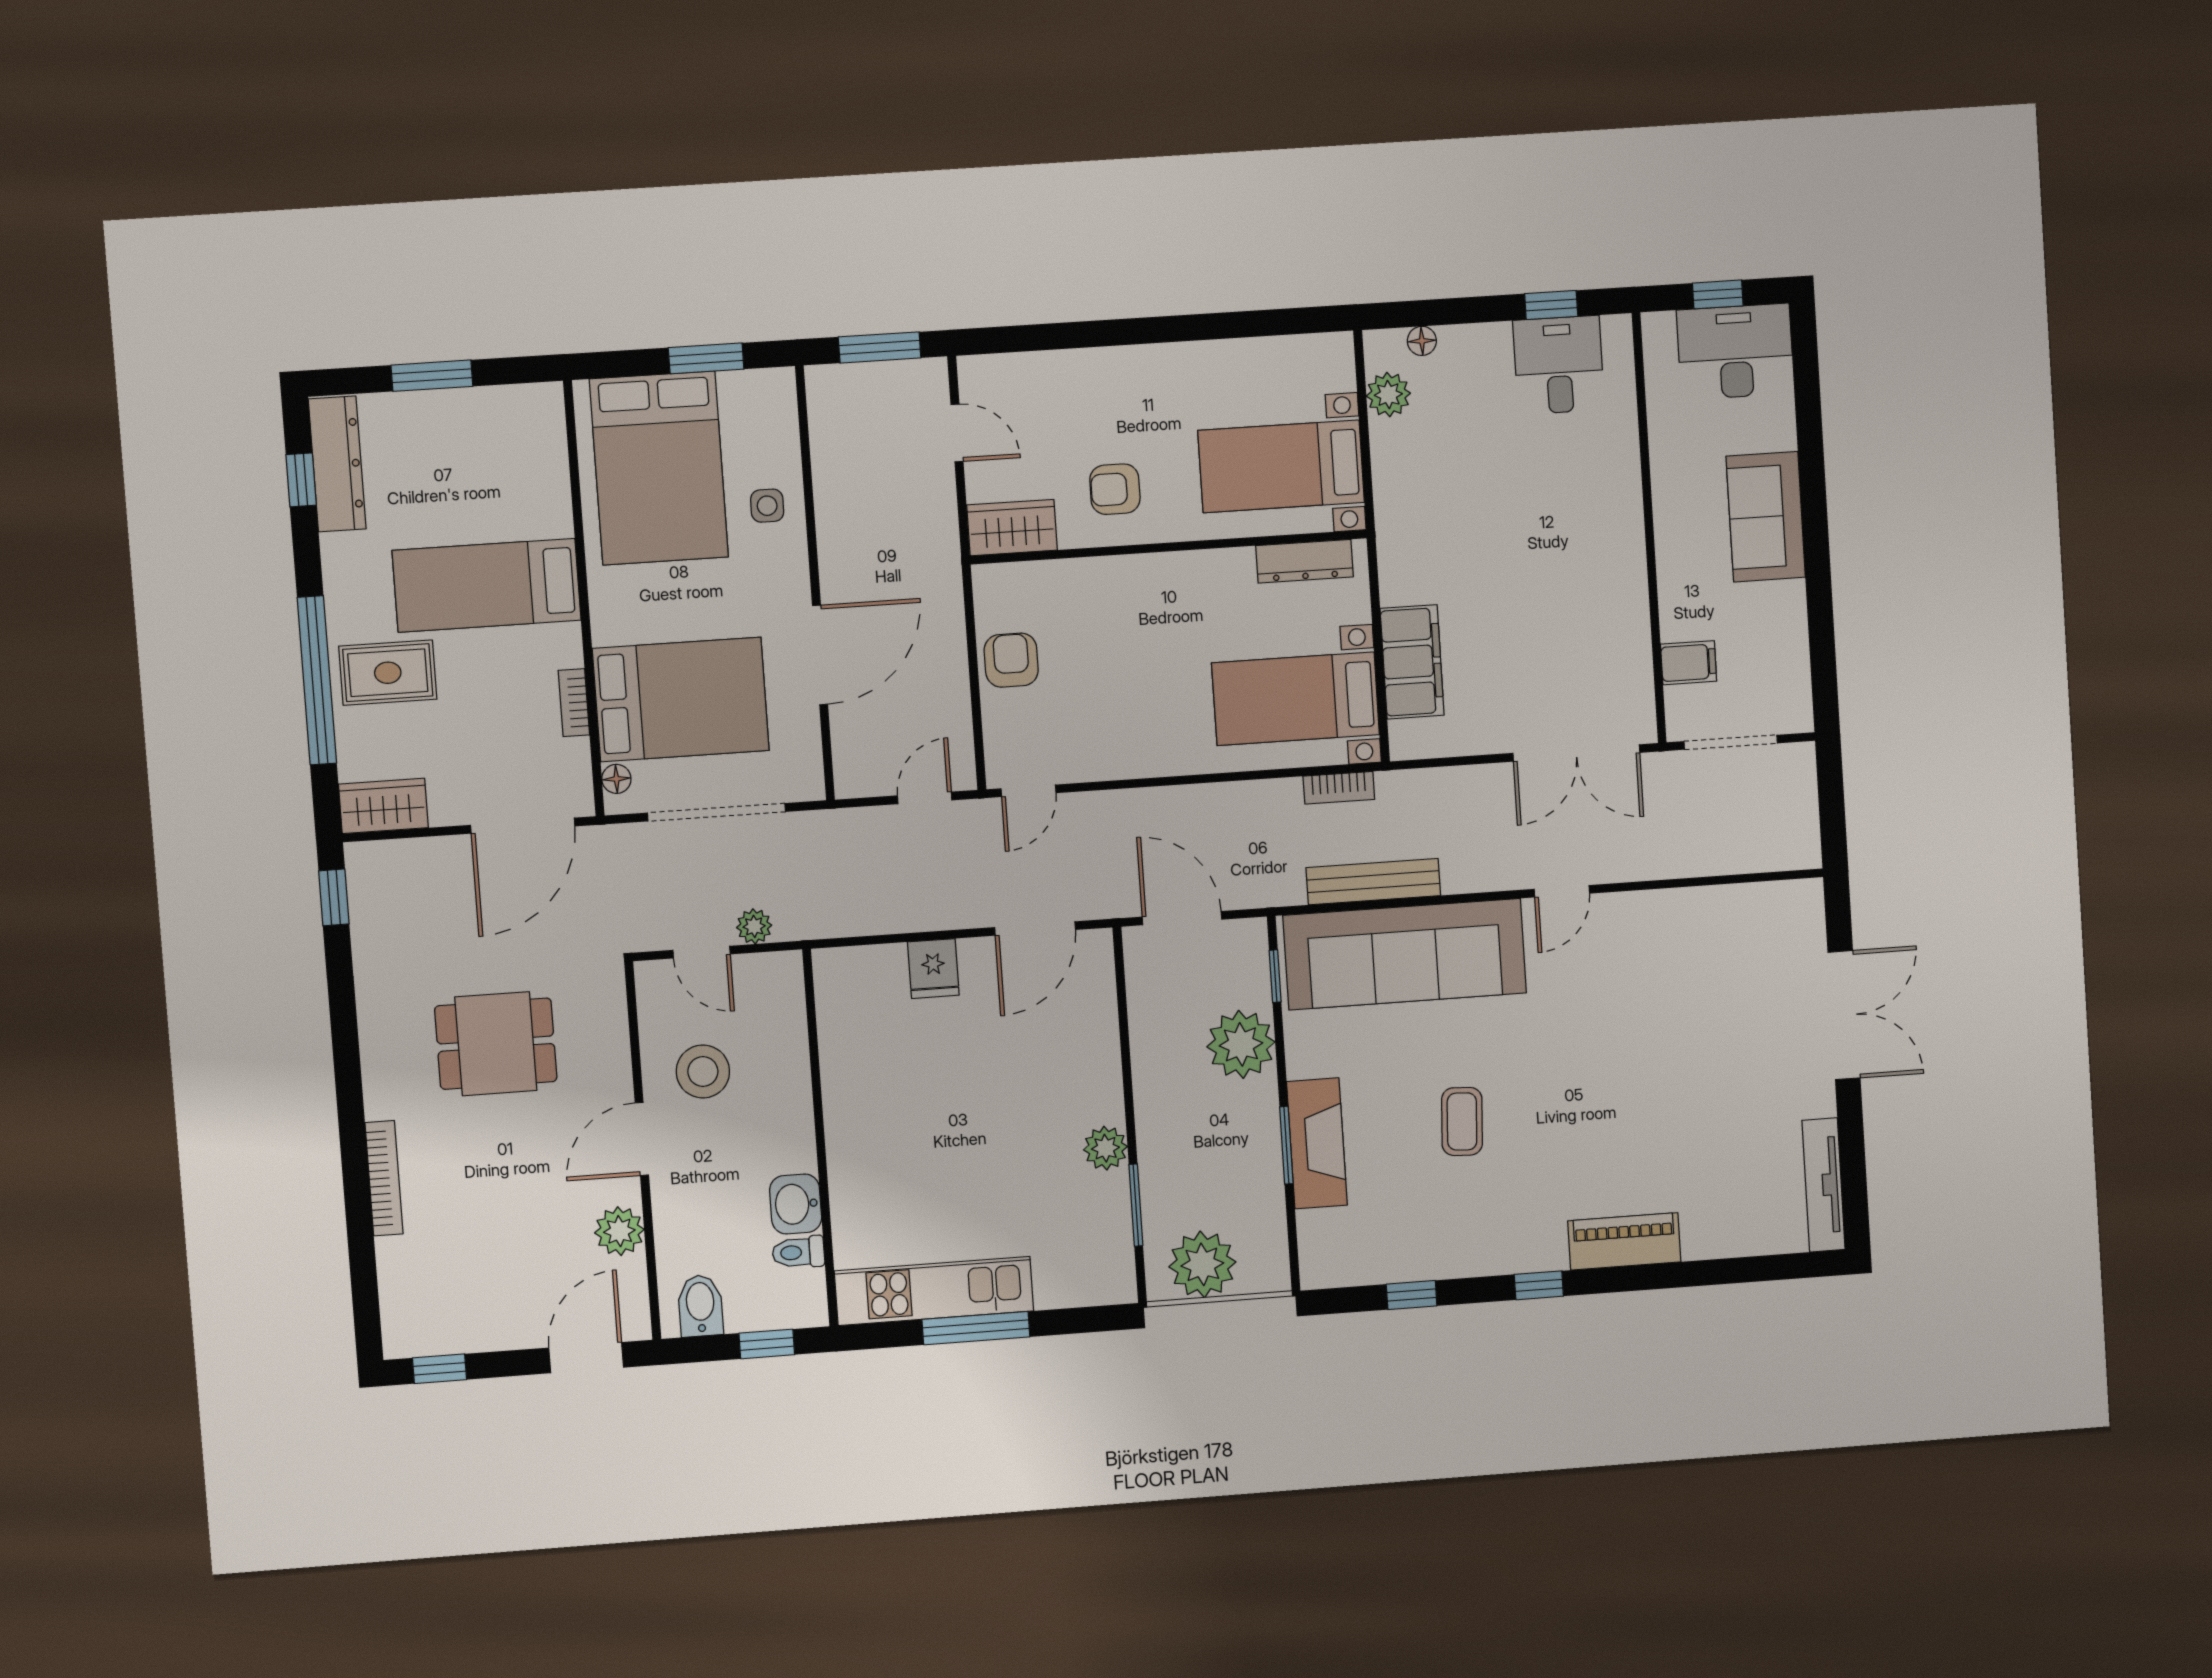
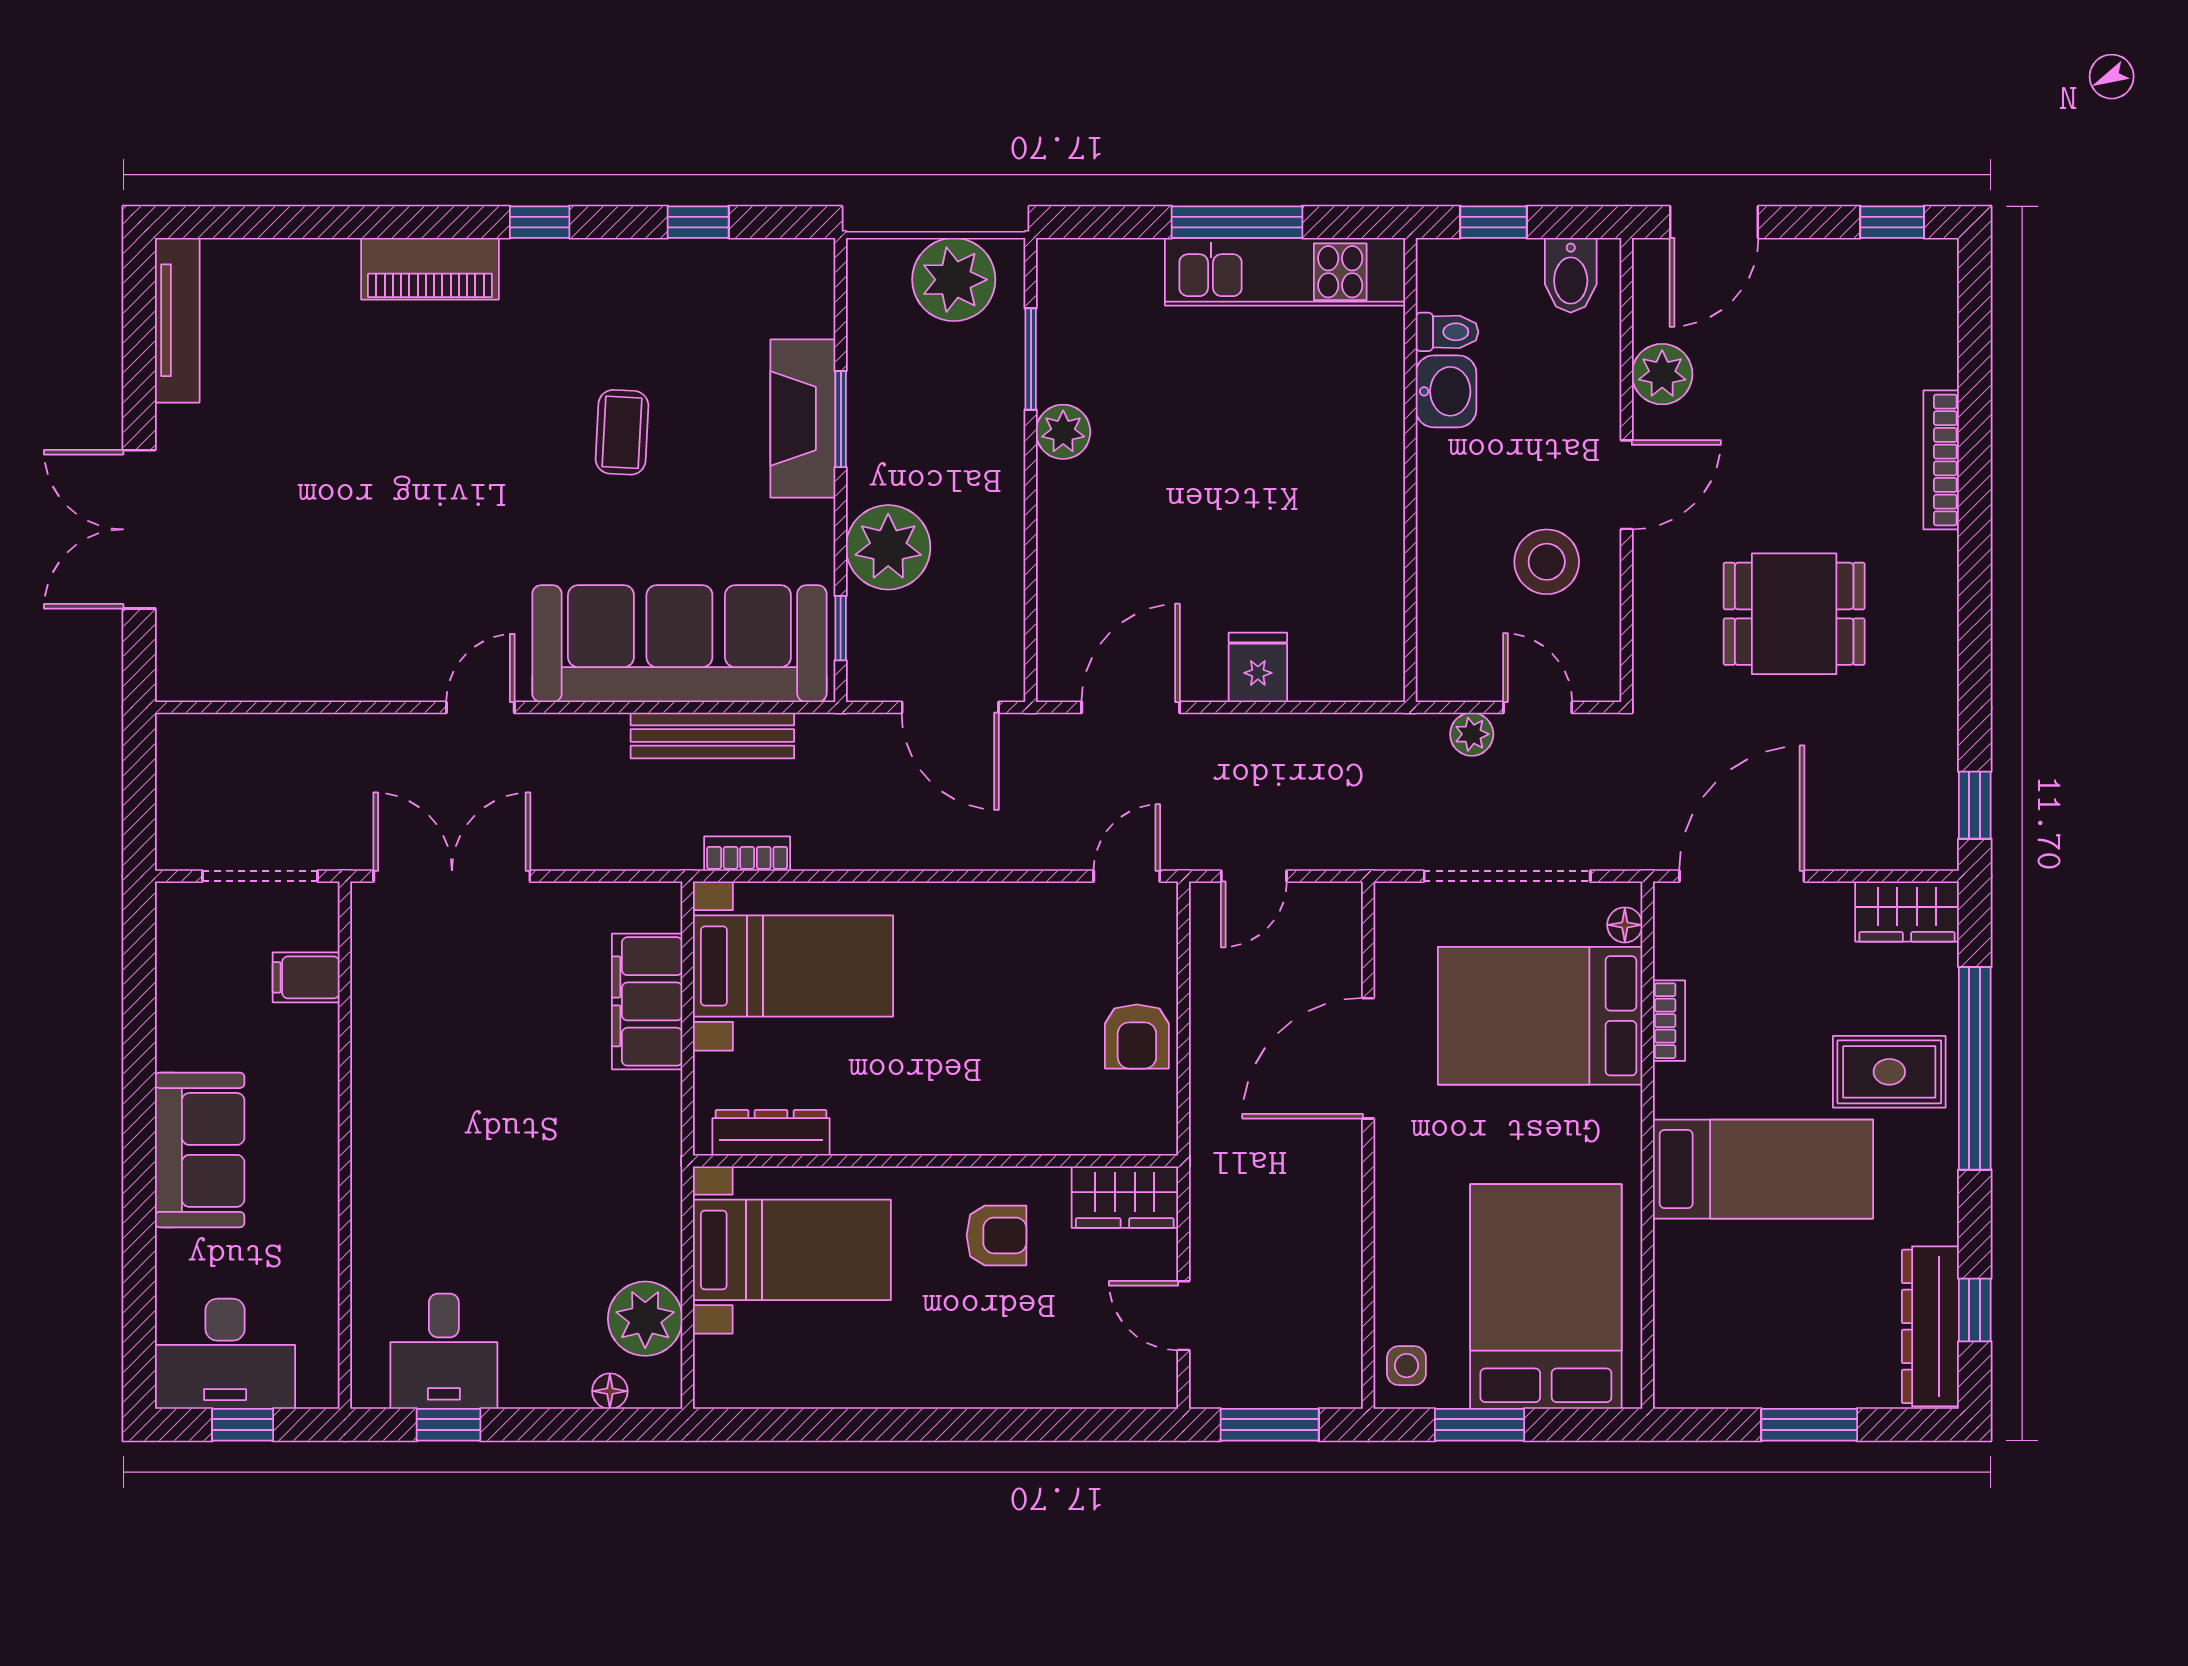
plant: (1388, 395) -> (645, 1319), width x1.36, depth x1.36
side table: (767, 506) -> (1406, 1366), moved

